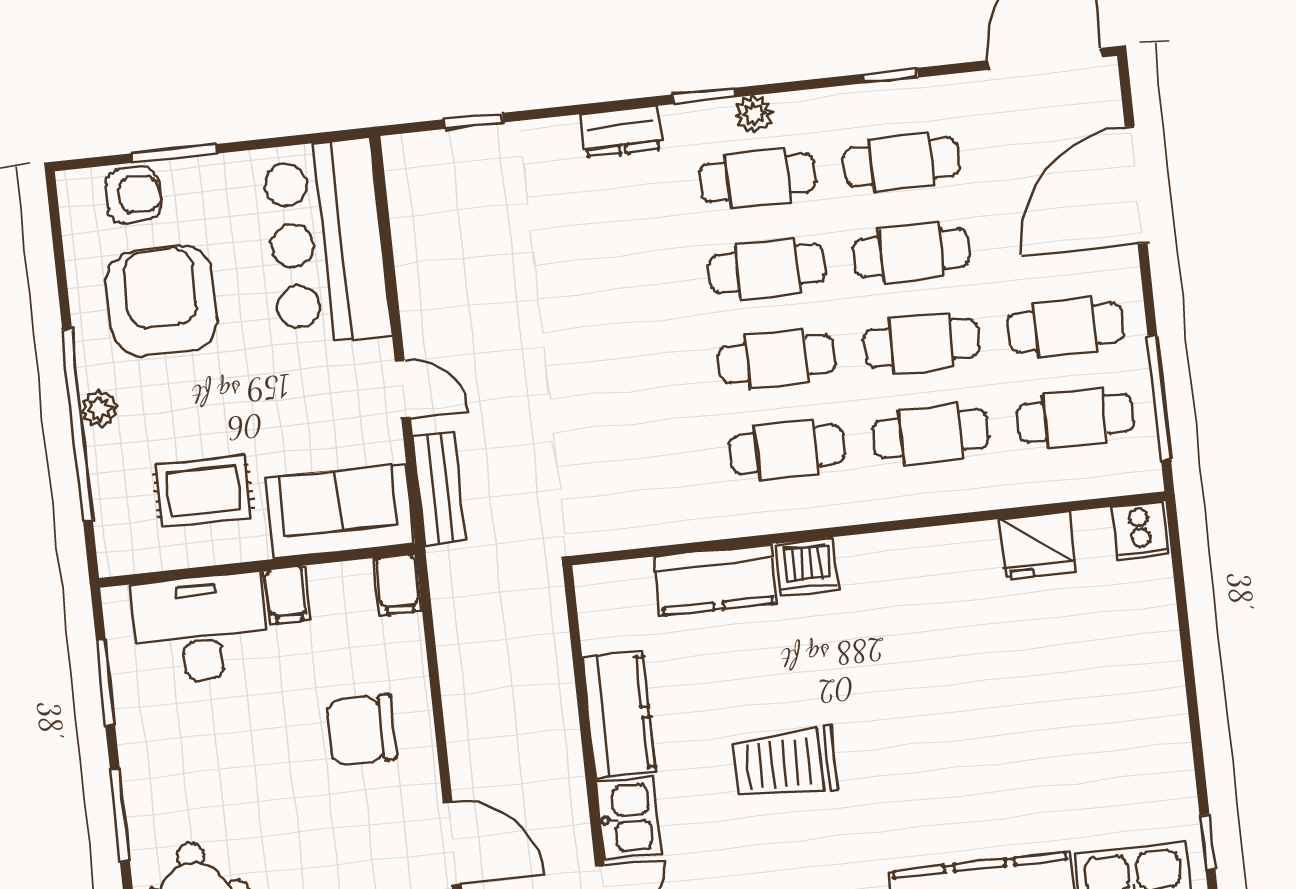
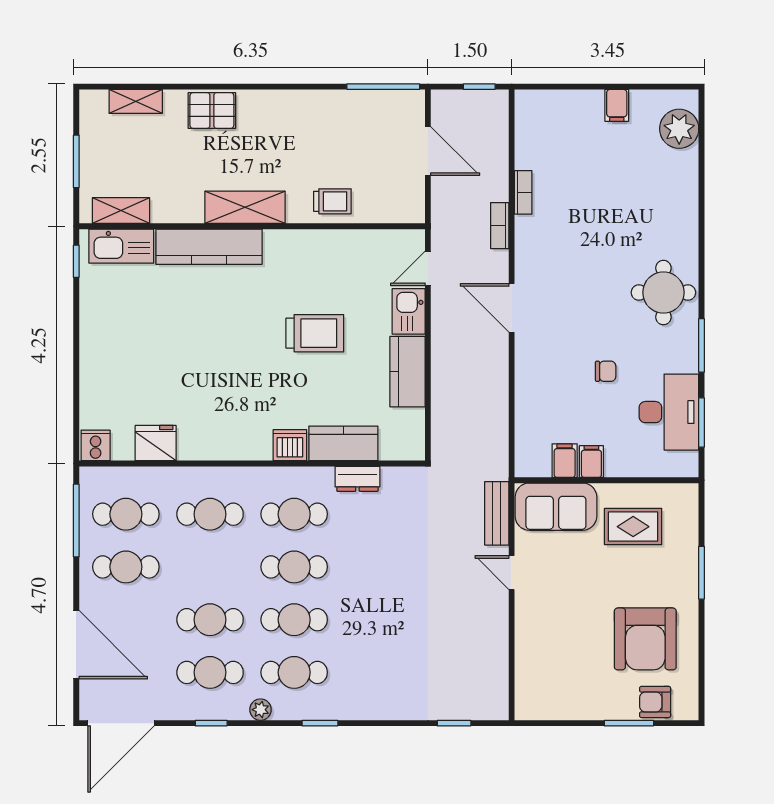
plant: (754, 114) -> (261, 710), moved
dresser: (621, 132) -> (357, 479), moved, turned 180
door: (1136, 185) -> (76, 645), hinge flipped
bar counter: (326, 242) -> (547, 662), removed
cafe table: (921, 343) -> (210, 567), removed
plant: (100, 409) -> (688, 580), removed
window: (77, 425) -> (702, 573), width x0.47
filing cabinet: (397, 584) -> (565, 461), moved
desk: (200, 629) -> (669, 412), moved, turned -90
chair: (362, 730) -> (606, 371), moved, width x0.54, depth x0.54

